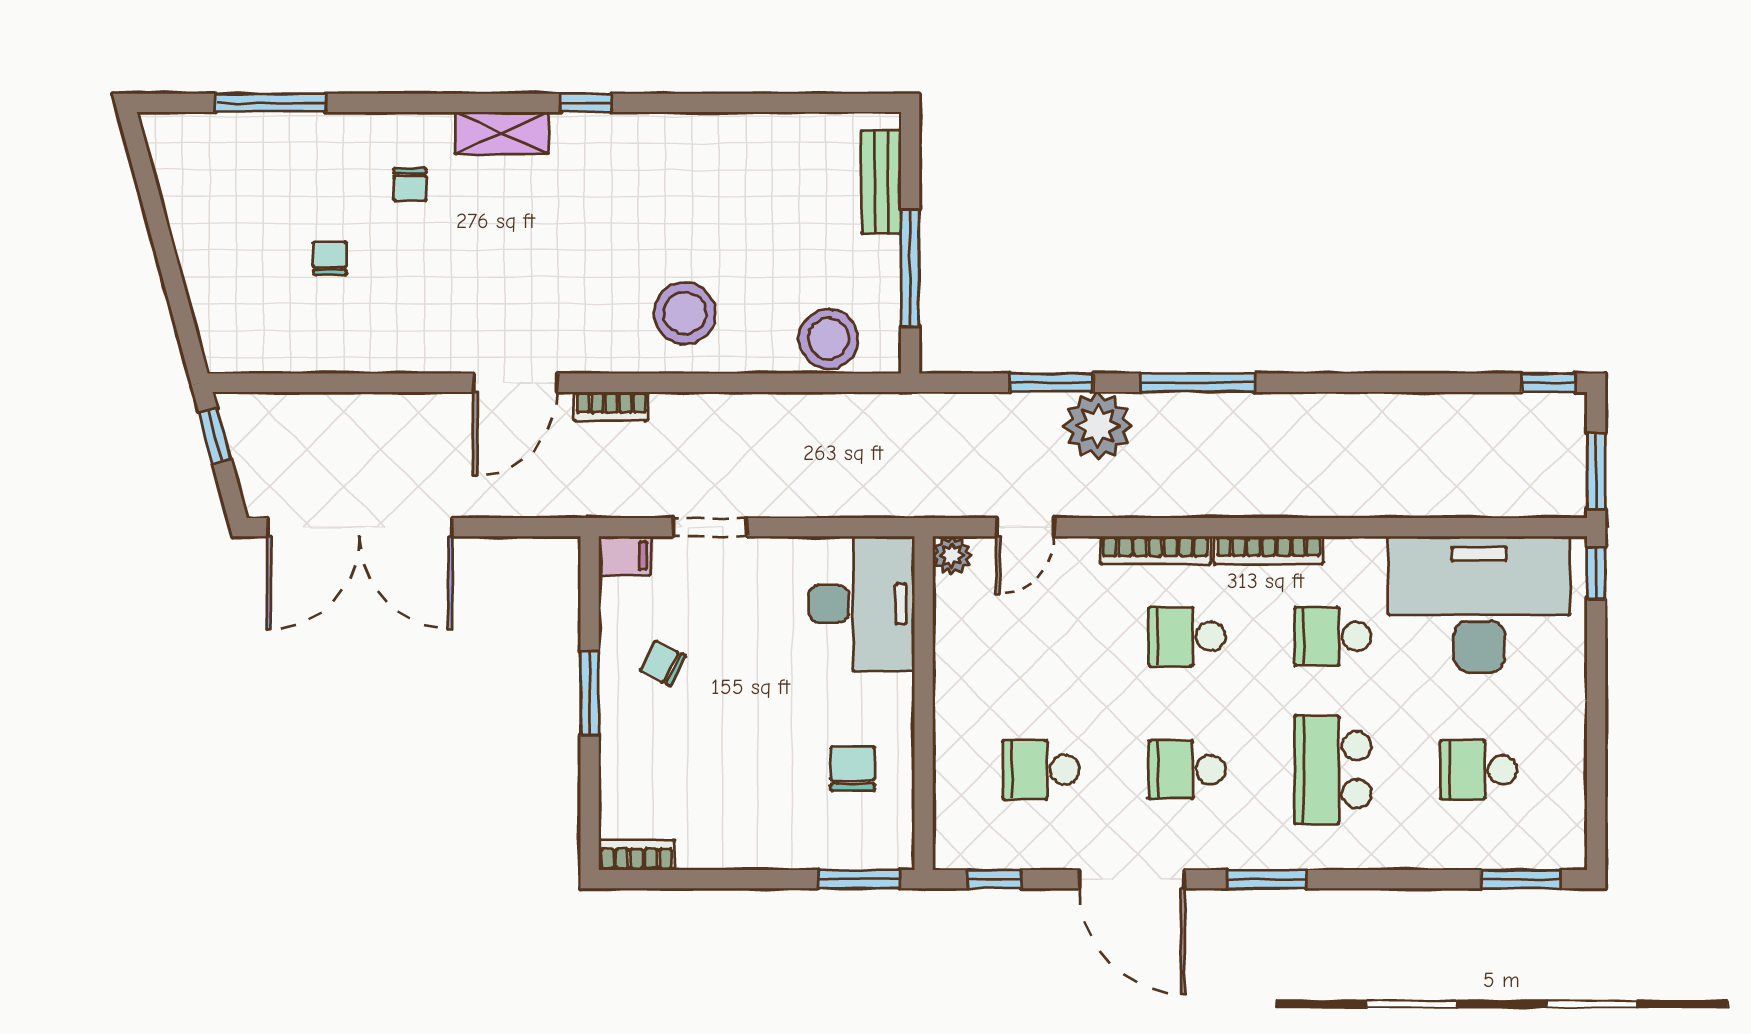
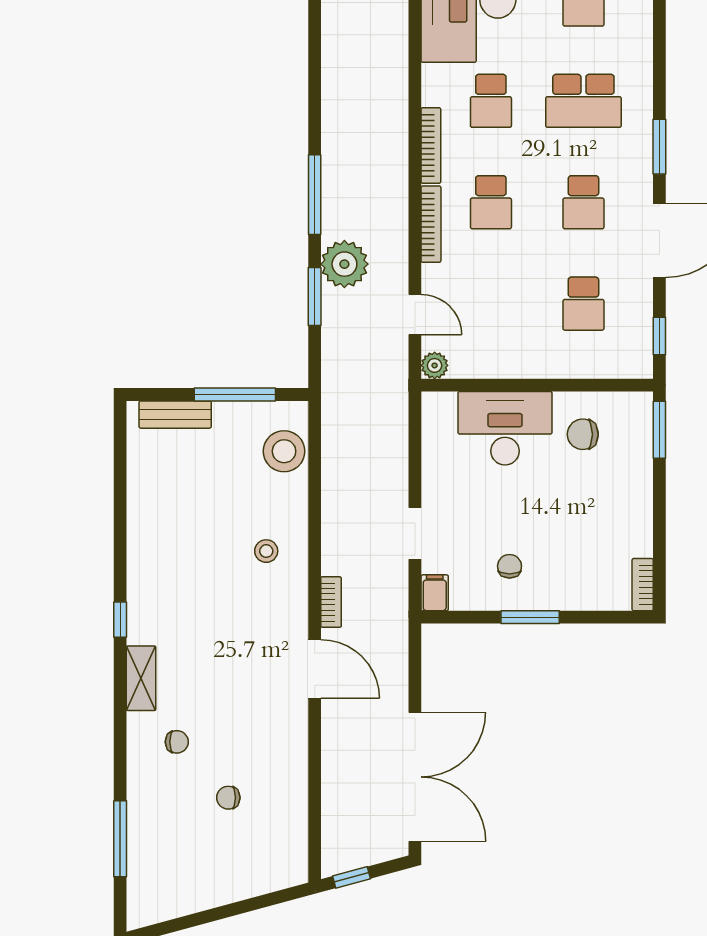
stool: (685, 313) -> (266, 551), width x0.53, depth x0.53
desk: (862, 604) -> (505, 428), moved
chair: (663, 663) -> (510, 566), turned 153

